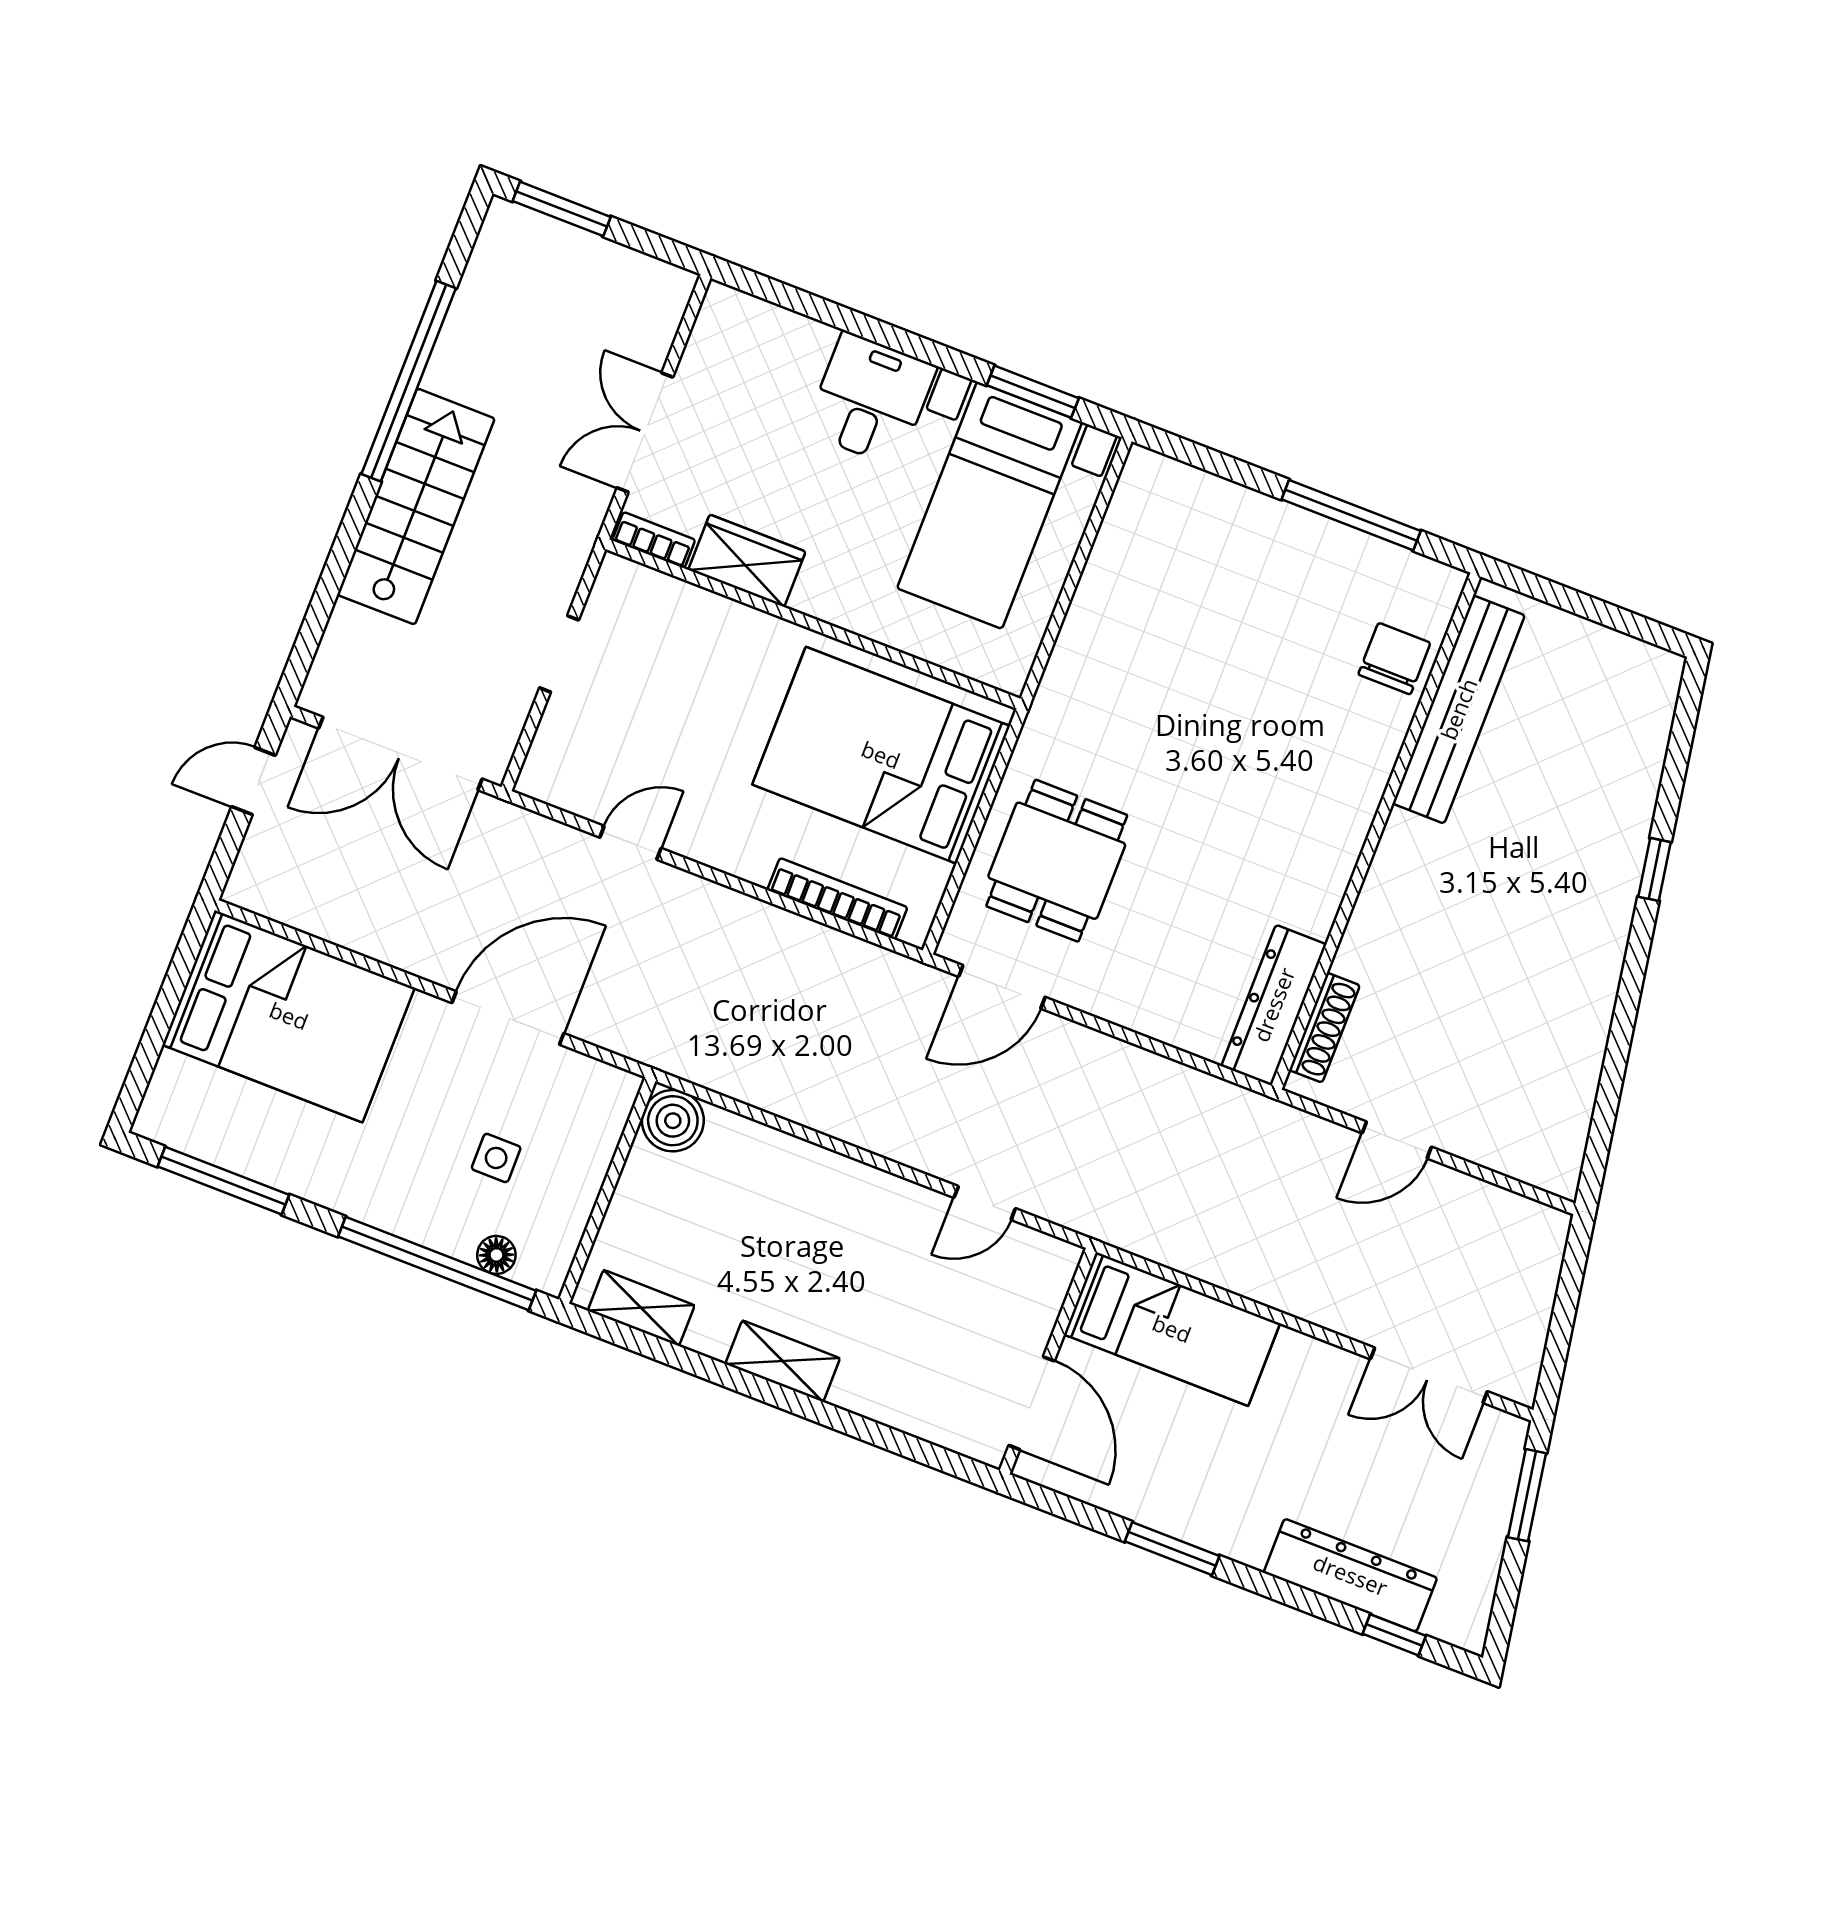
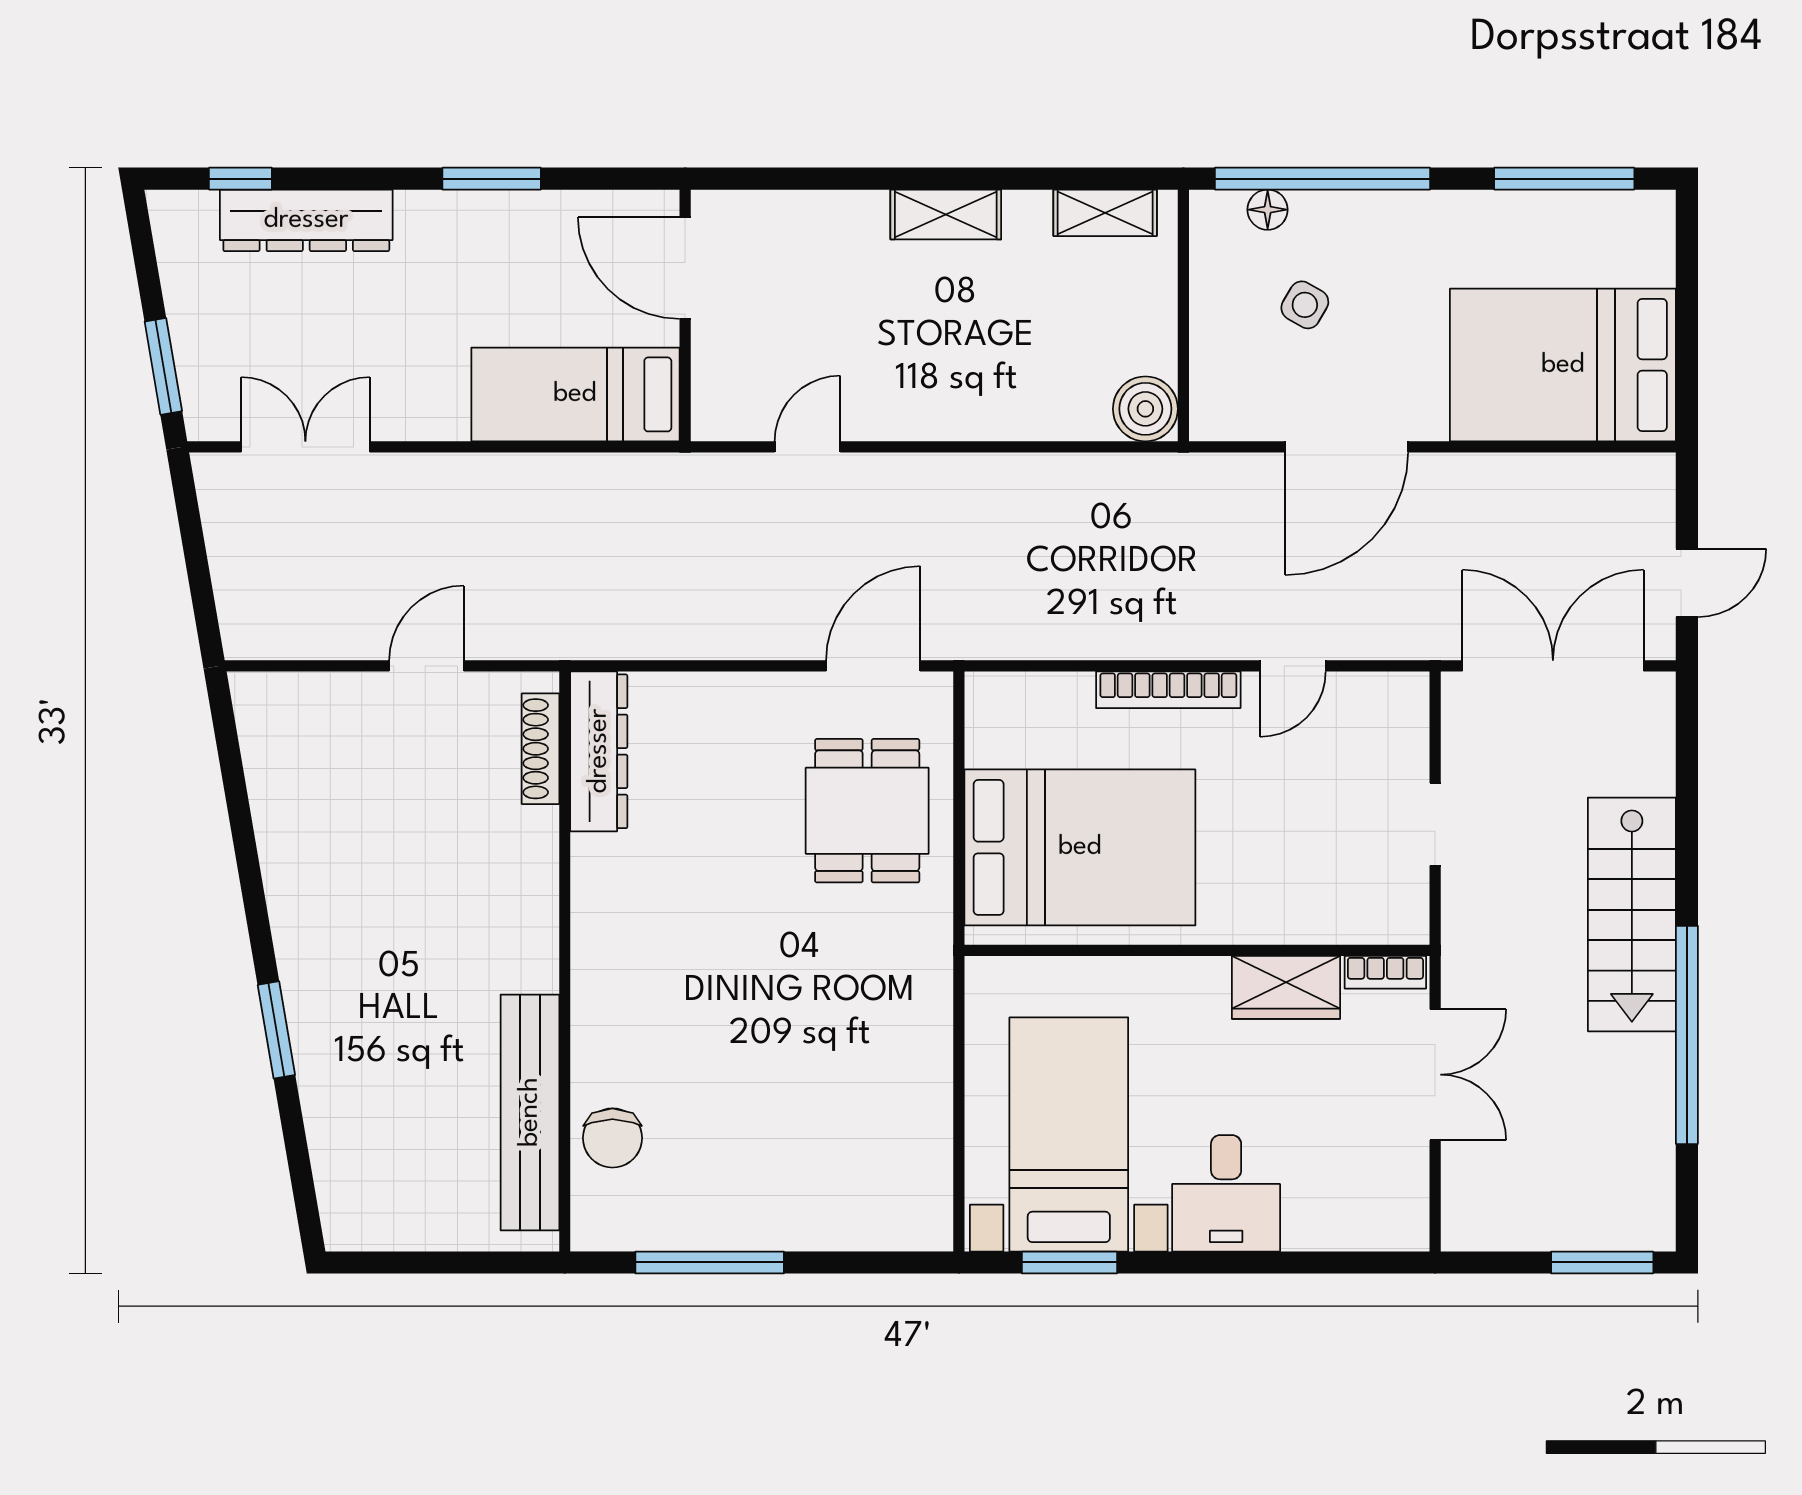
window: (1655, 869) -> (276, 1030), width x1.50
bookcase: (837, 899) -> (1168, 690), moved
side table: (496, 1158) -> (1305, 305), turned 30

